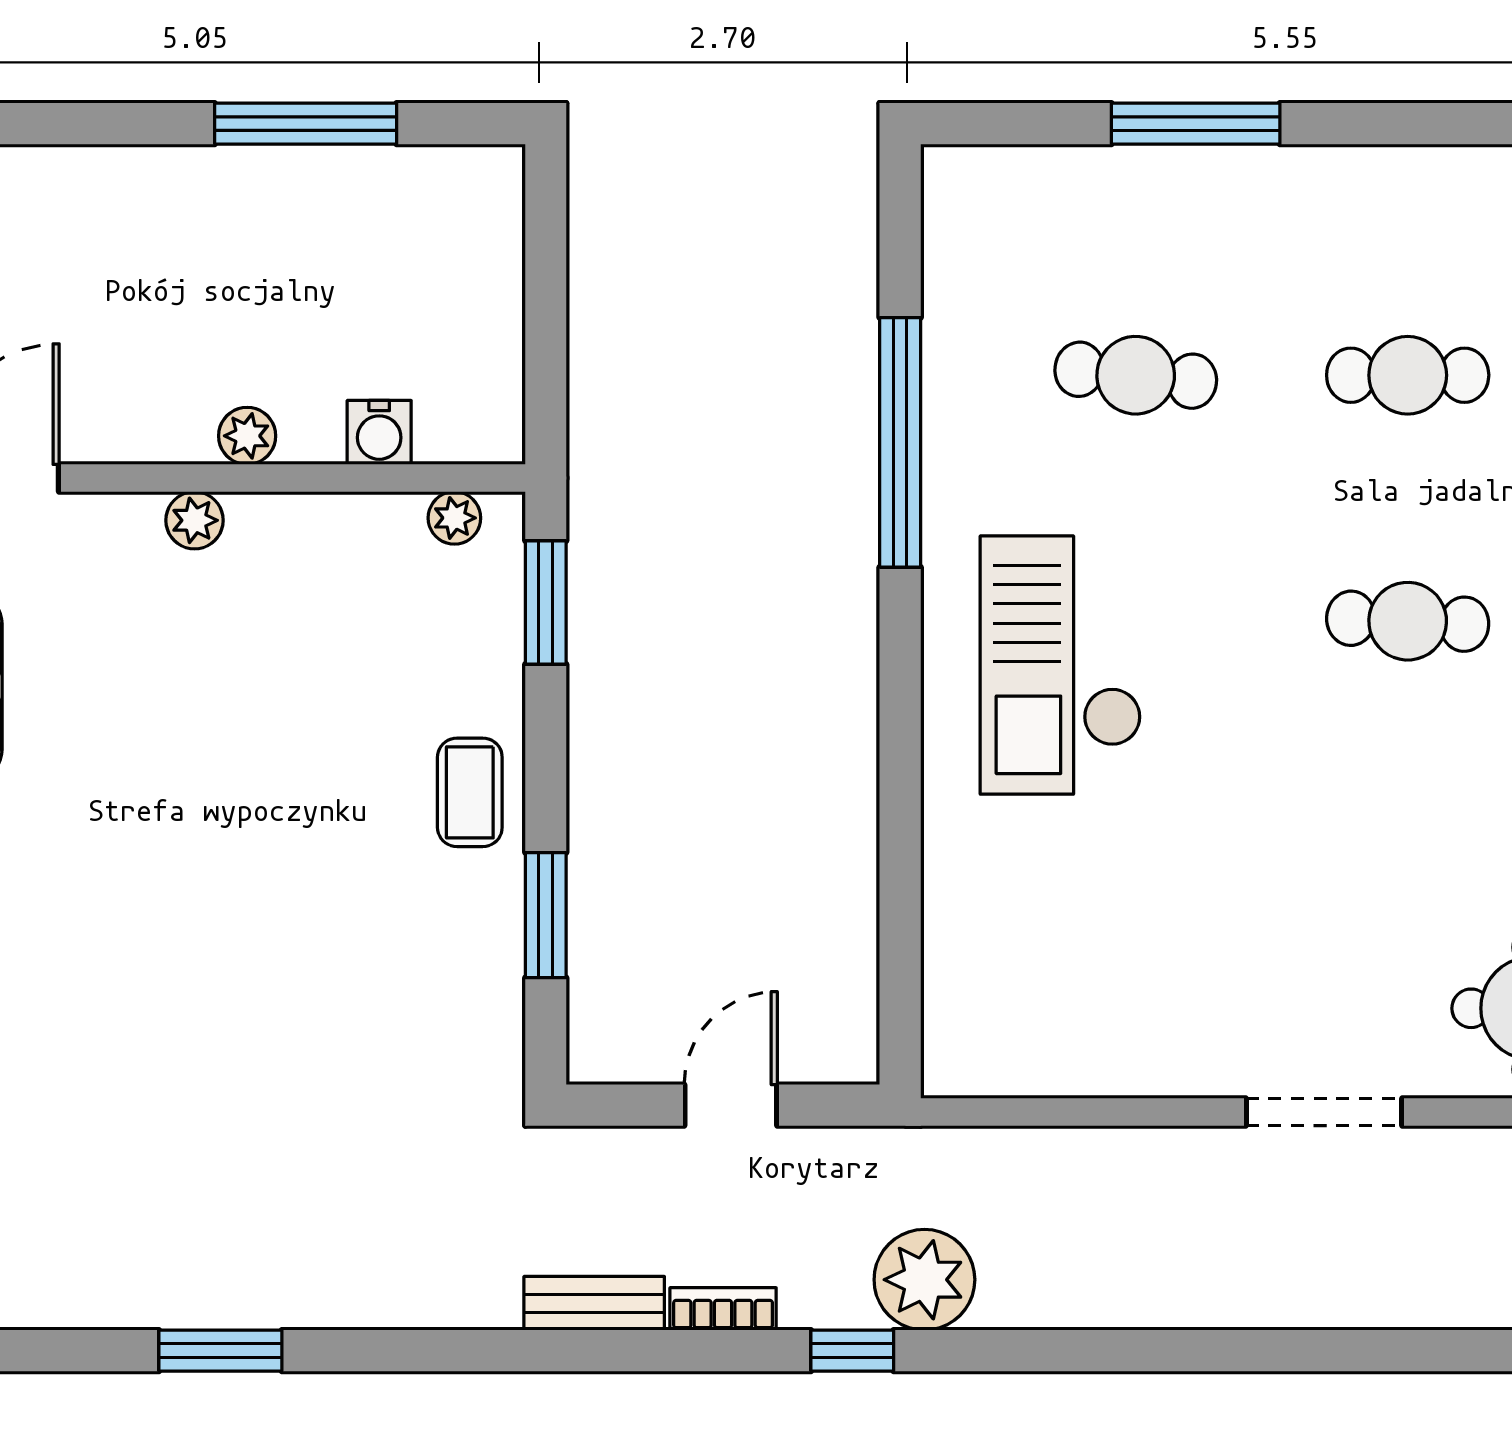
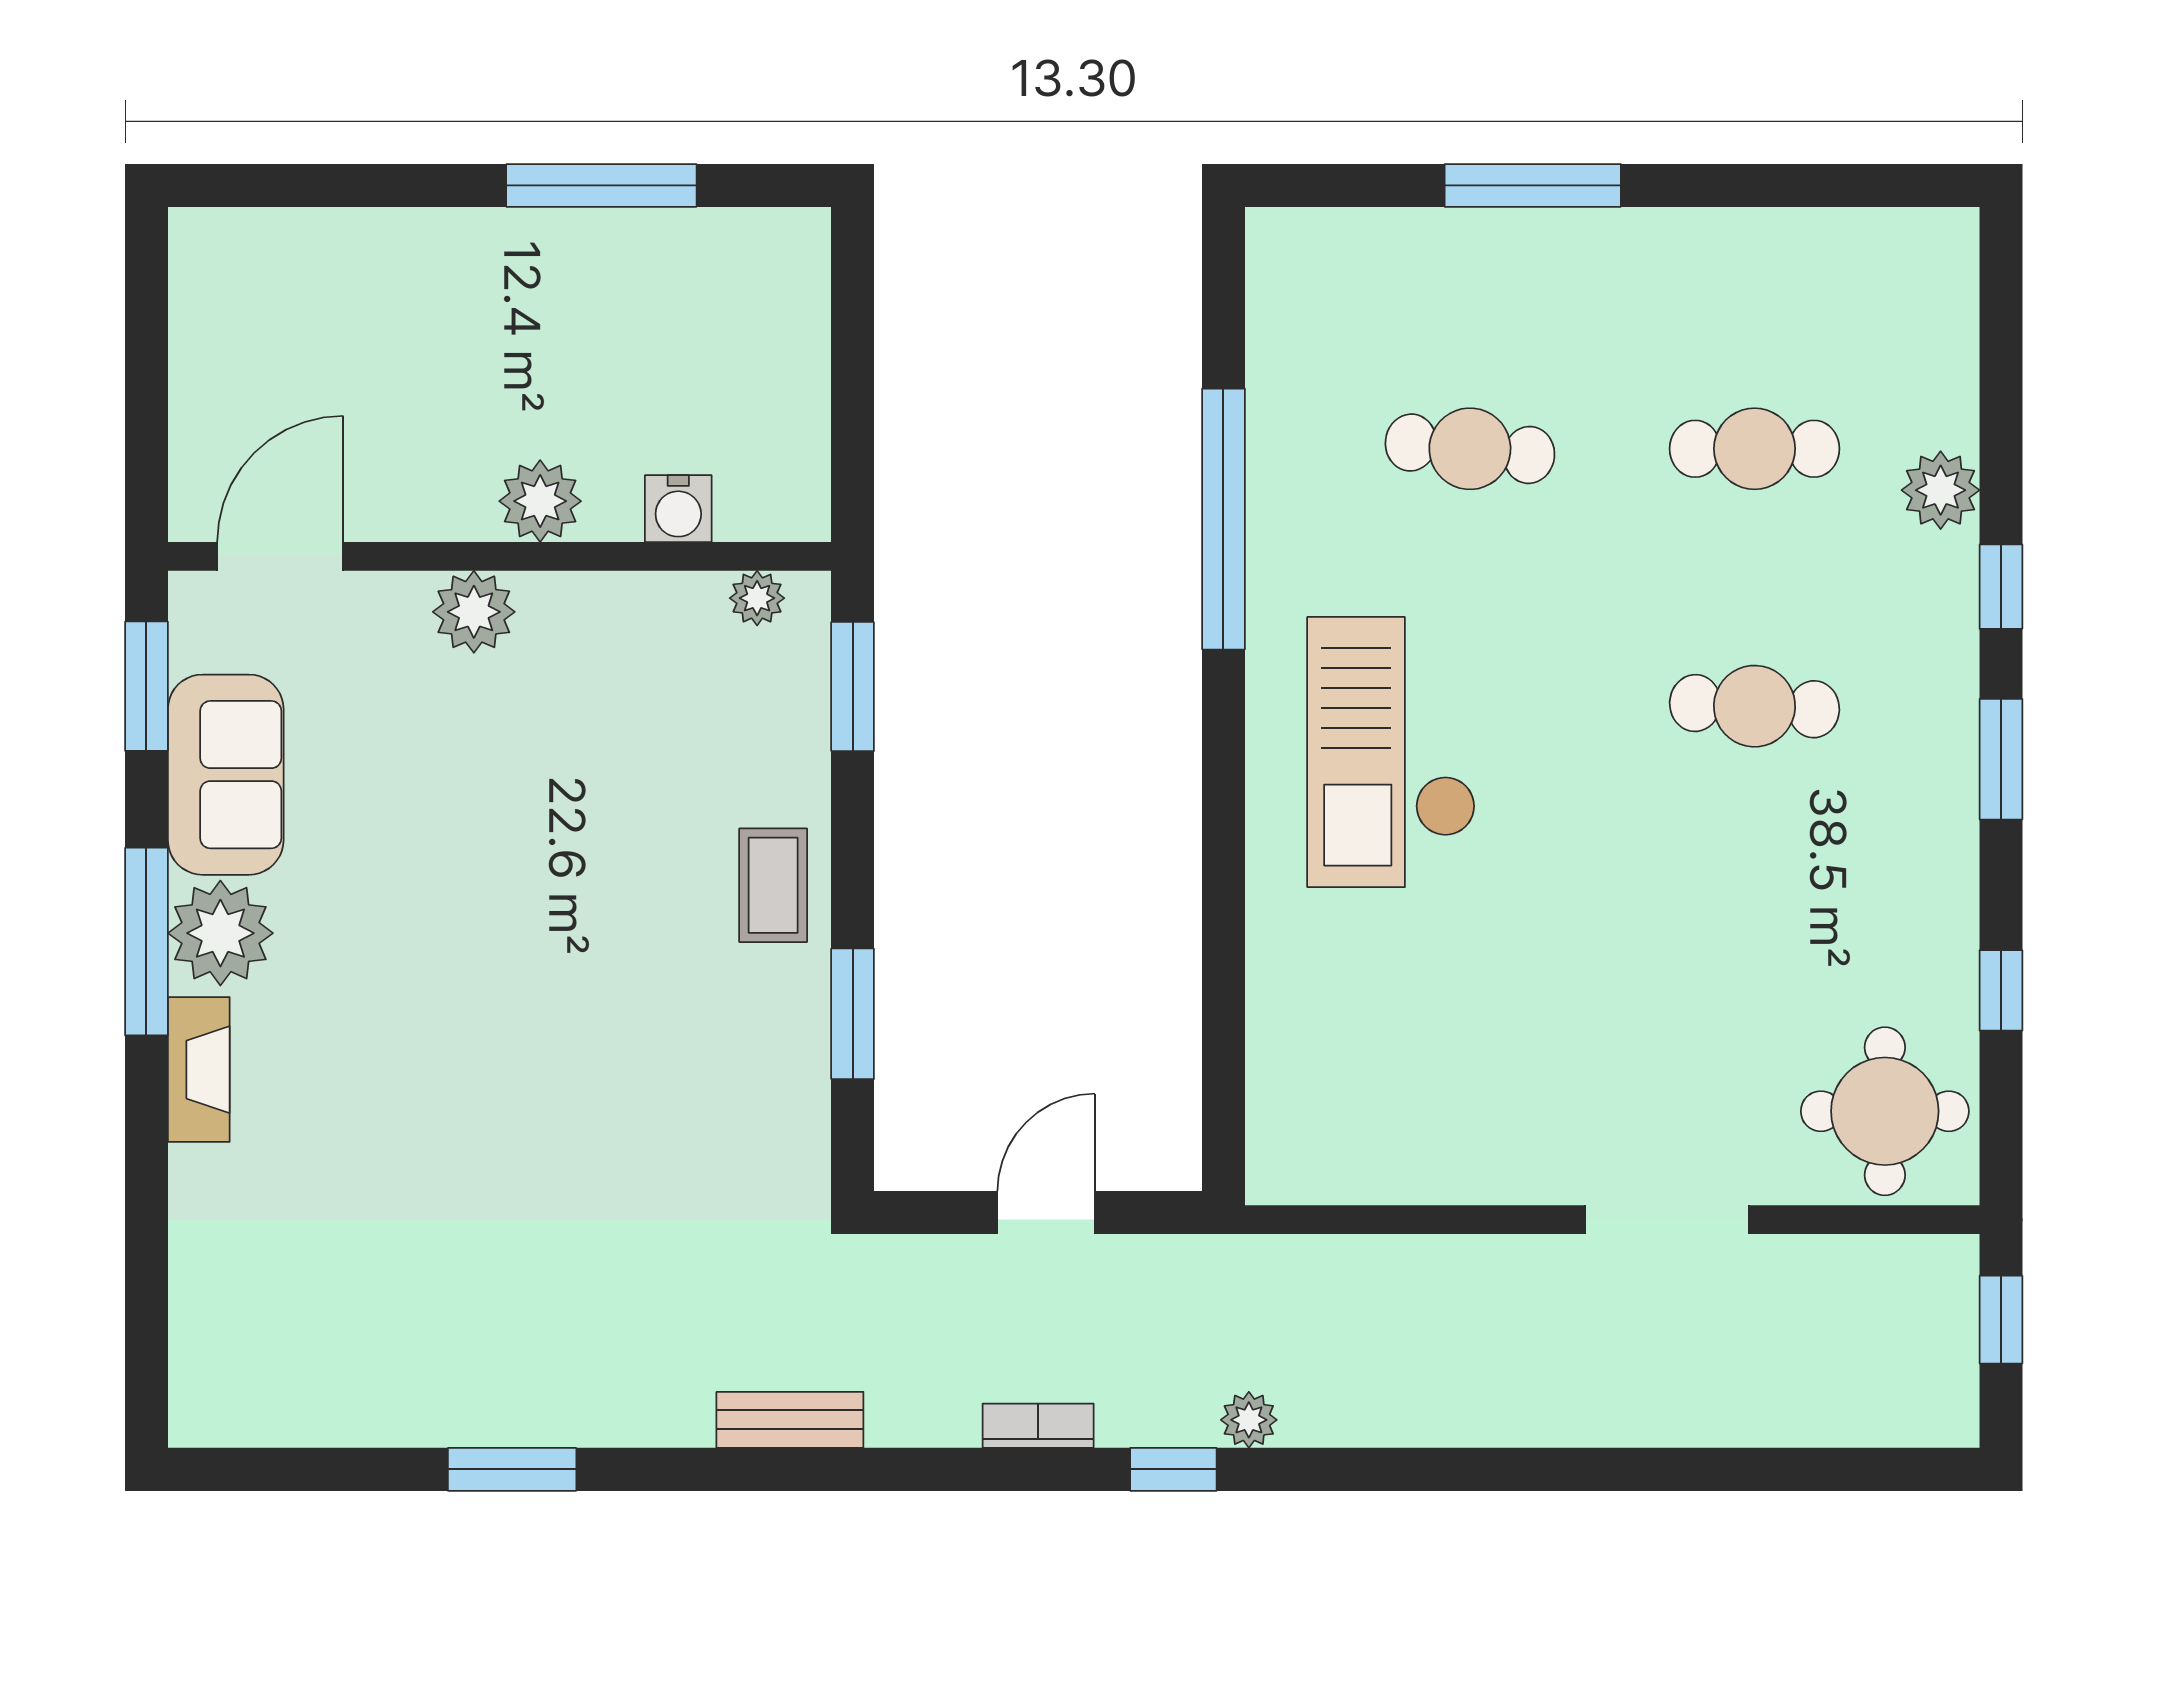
plant: (247, 436) -> (540, 501), width x1.38, depth x1.38
plant: (195, 520) -> (474, 612), width x1.38, depth x1.38
plant: (924, 1280) -> (1249, 1420), width x0.53, depth x0.53
bench: (594, 1303) -> (790, 1420), moved

